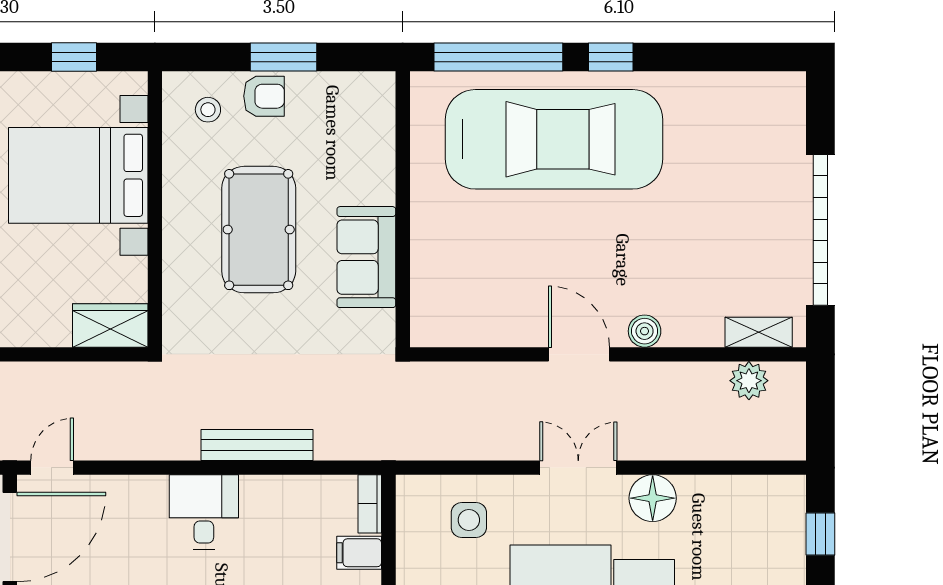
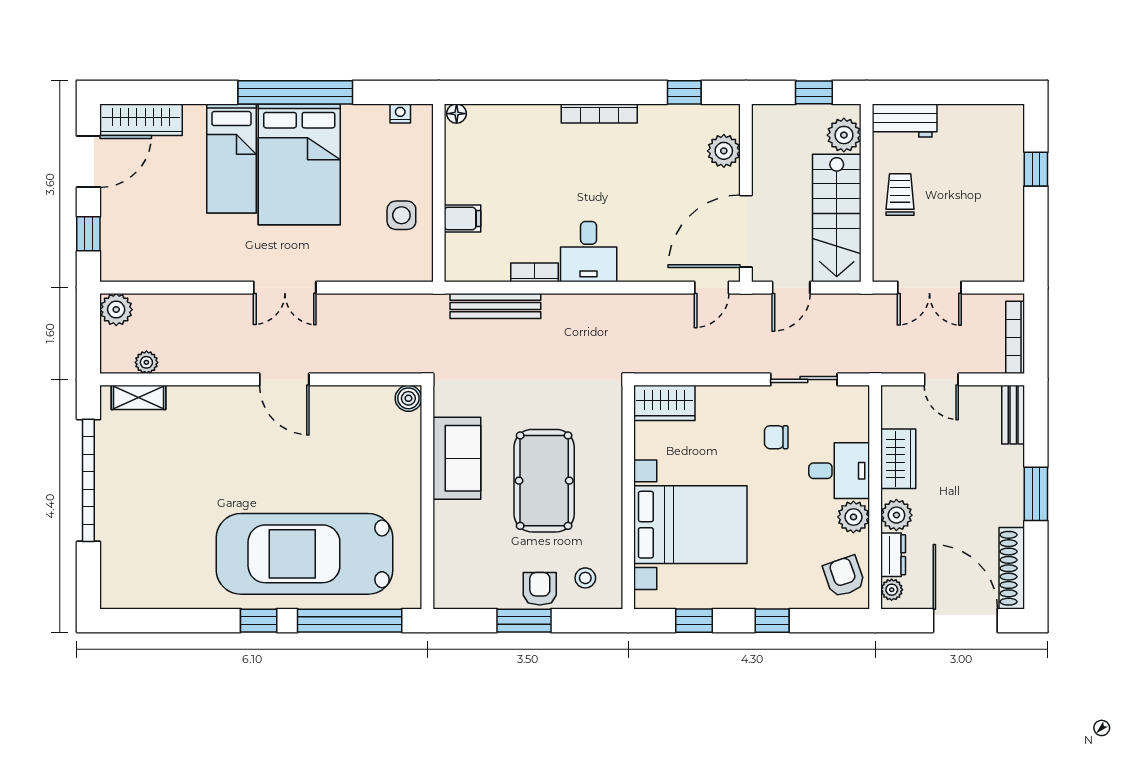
armchair: (264, 96) -> (540, 589), turned 90
boiler: (645, 331) -> (408, 398), moved
plant: (749, 381) -> (146, 362), width x0.73, depth x0.73
plant: (786, 441) -> (116, 310), added
bench: (257, 445) -> (495, 306), moved
floor lamp: (653, 498) -> (225, 263), removed
bookcase: (370, 504) -> (535, 272), moved, turned -90
side table: (469, 520) -> (401, 215), moved

